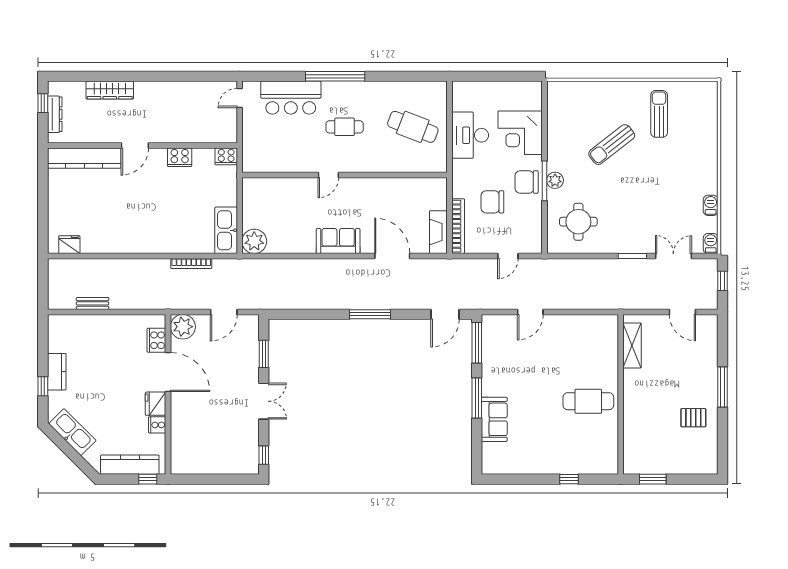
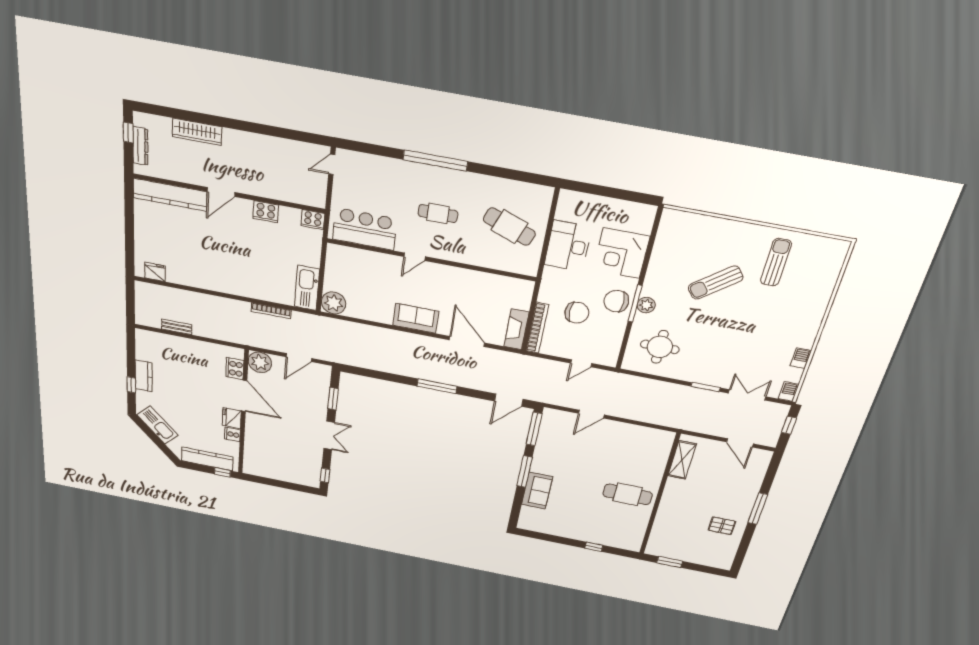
bar counter: (291, 98) -> (365, 229), moved, turned 180
chair: (492, 202) -> (577, 313), turned 180

